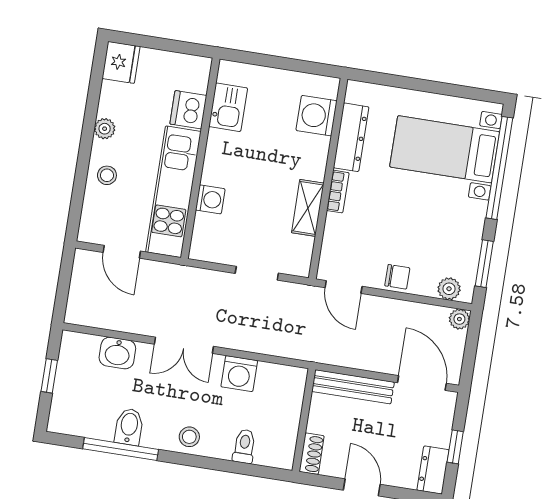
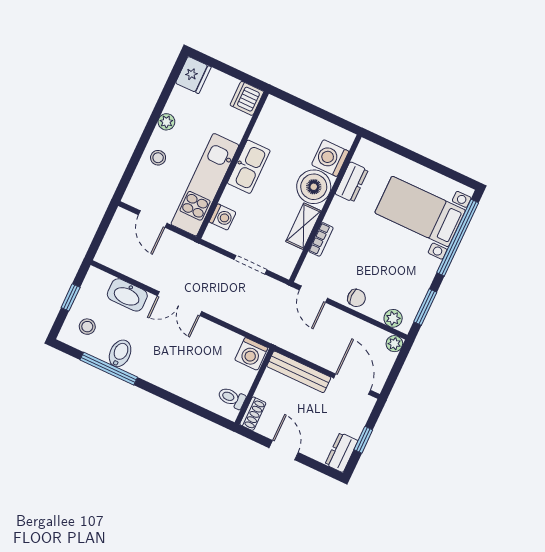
kitchen sink: (228, 107) -> (249, 167), moved, width x1.38
dishwasher: (188, 110) -> (247, 98), moved
dresser: (351, 137) -> (352, 182), width x0.70
boiler: (307, 156) -> (314, 187), added
bookcase: (338, 192) -> (321, 239), moved
washing machine: (210, 199) -> (223, 217), moved
washbasin: (117, 353) -> (127, 295), width x1.38
washing machine: (239, 374) -> (251, 354), moved
stool: (189, 437) -> (87, 327), moved
toilet: (244, 446) -> (232, 398), moved, turned -90

